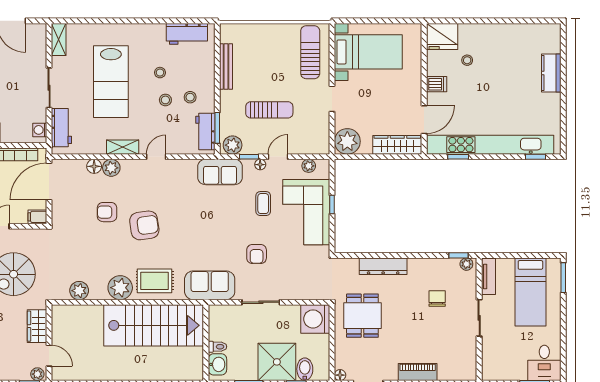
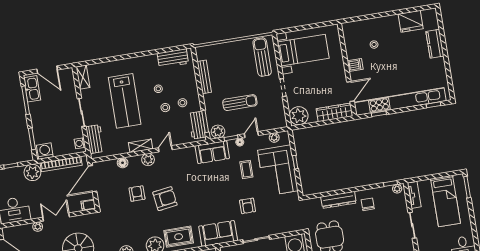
fridge: (442, 36) -> (411, 21), moved
plant: (111, 168) -> (148, 160), moved
armchair: (107, 212) -> (137, 194), turned 90
chair: (437, 299) -> (368, 204), moved

